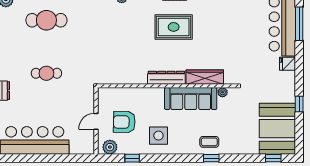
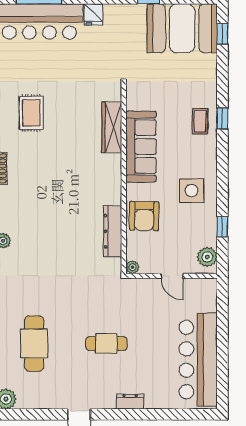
rug: (174, 27) -> (31, 113), moved, width x0.73, depth x0.70
cafe table: (46, 73) -> (106, 344), turned 90
dresser: (166, 78) -> (113, 231), moved
plant: (223, 92) -> (132, 267), moved
armchair: (124, 122) -> (144, 216), moved

